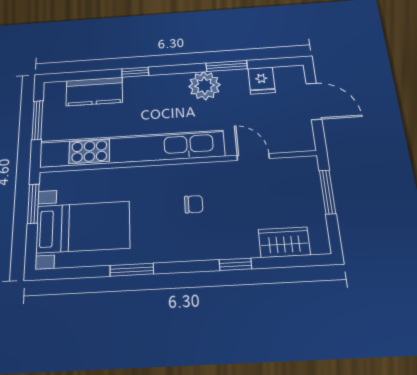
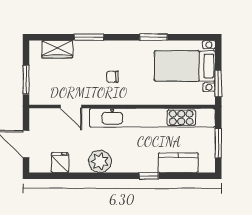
window: (227, 66) -> (83, 176), removed
window: (235, 264) -> (89, 37), width x1.50

